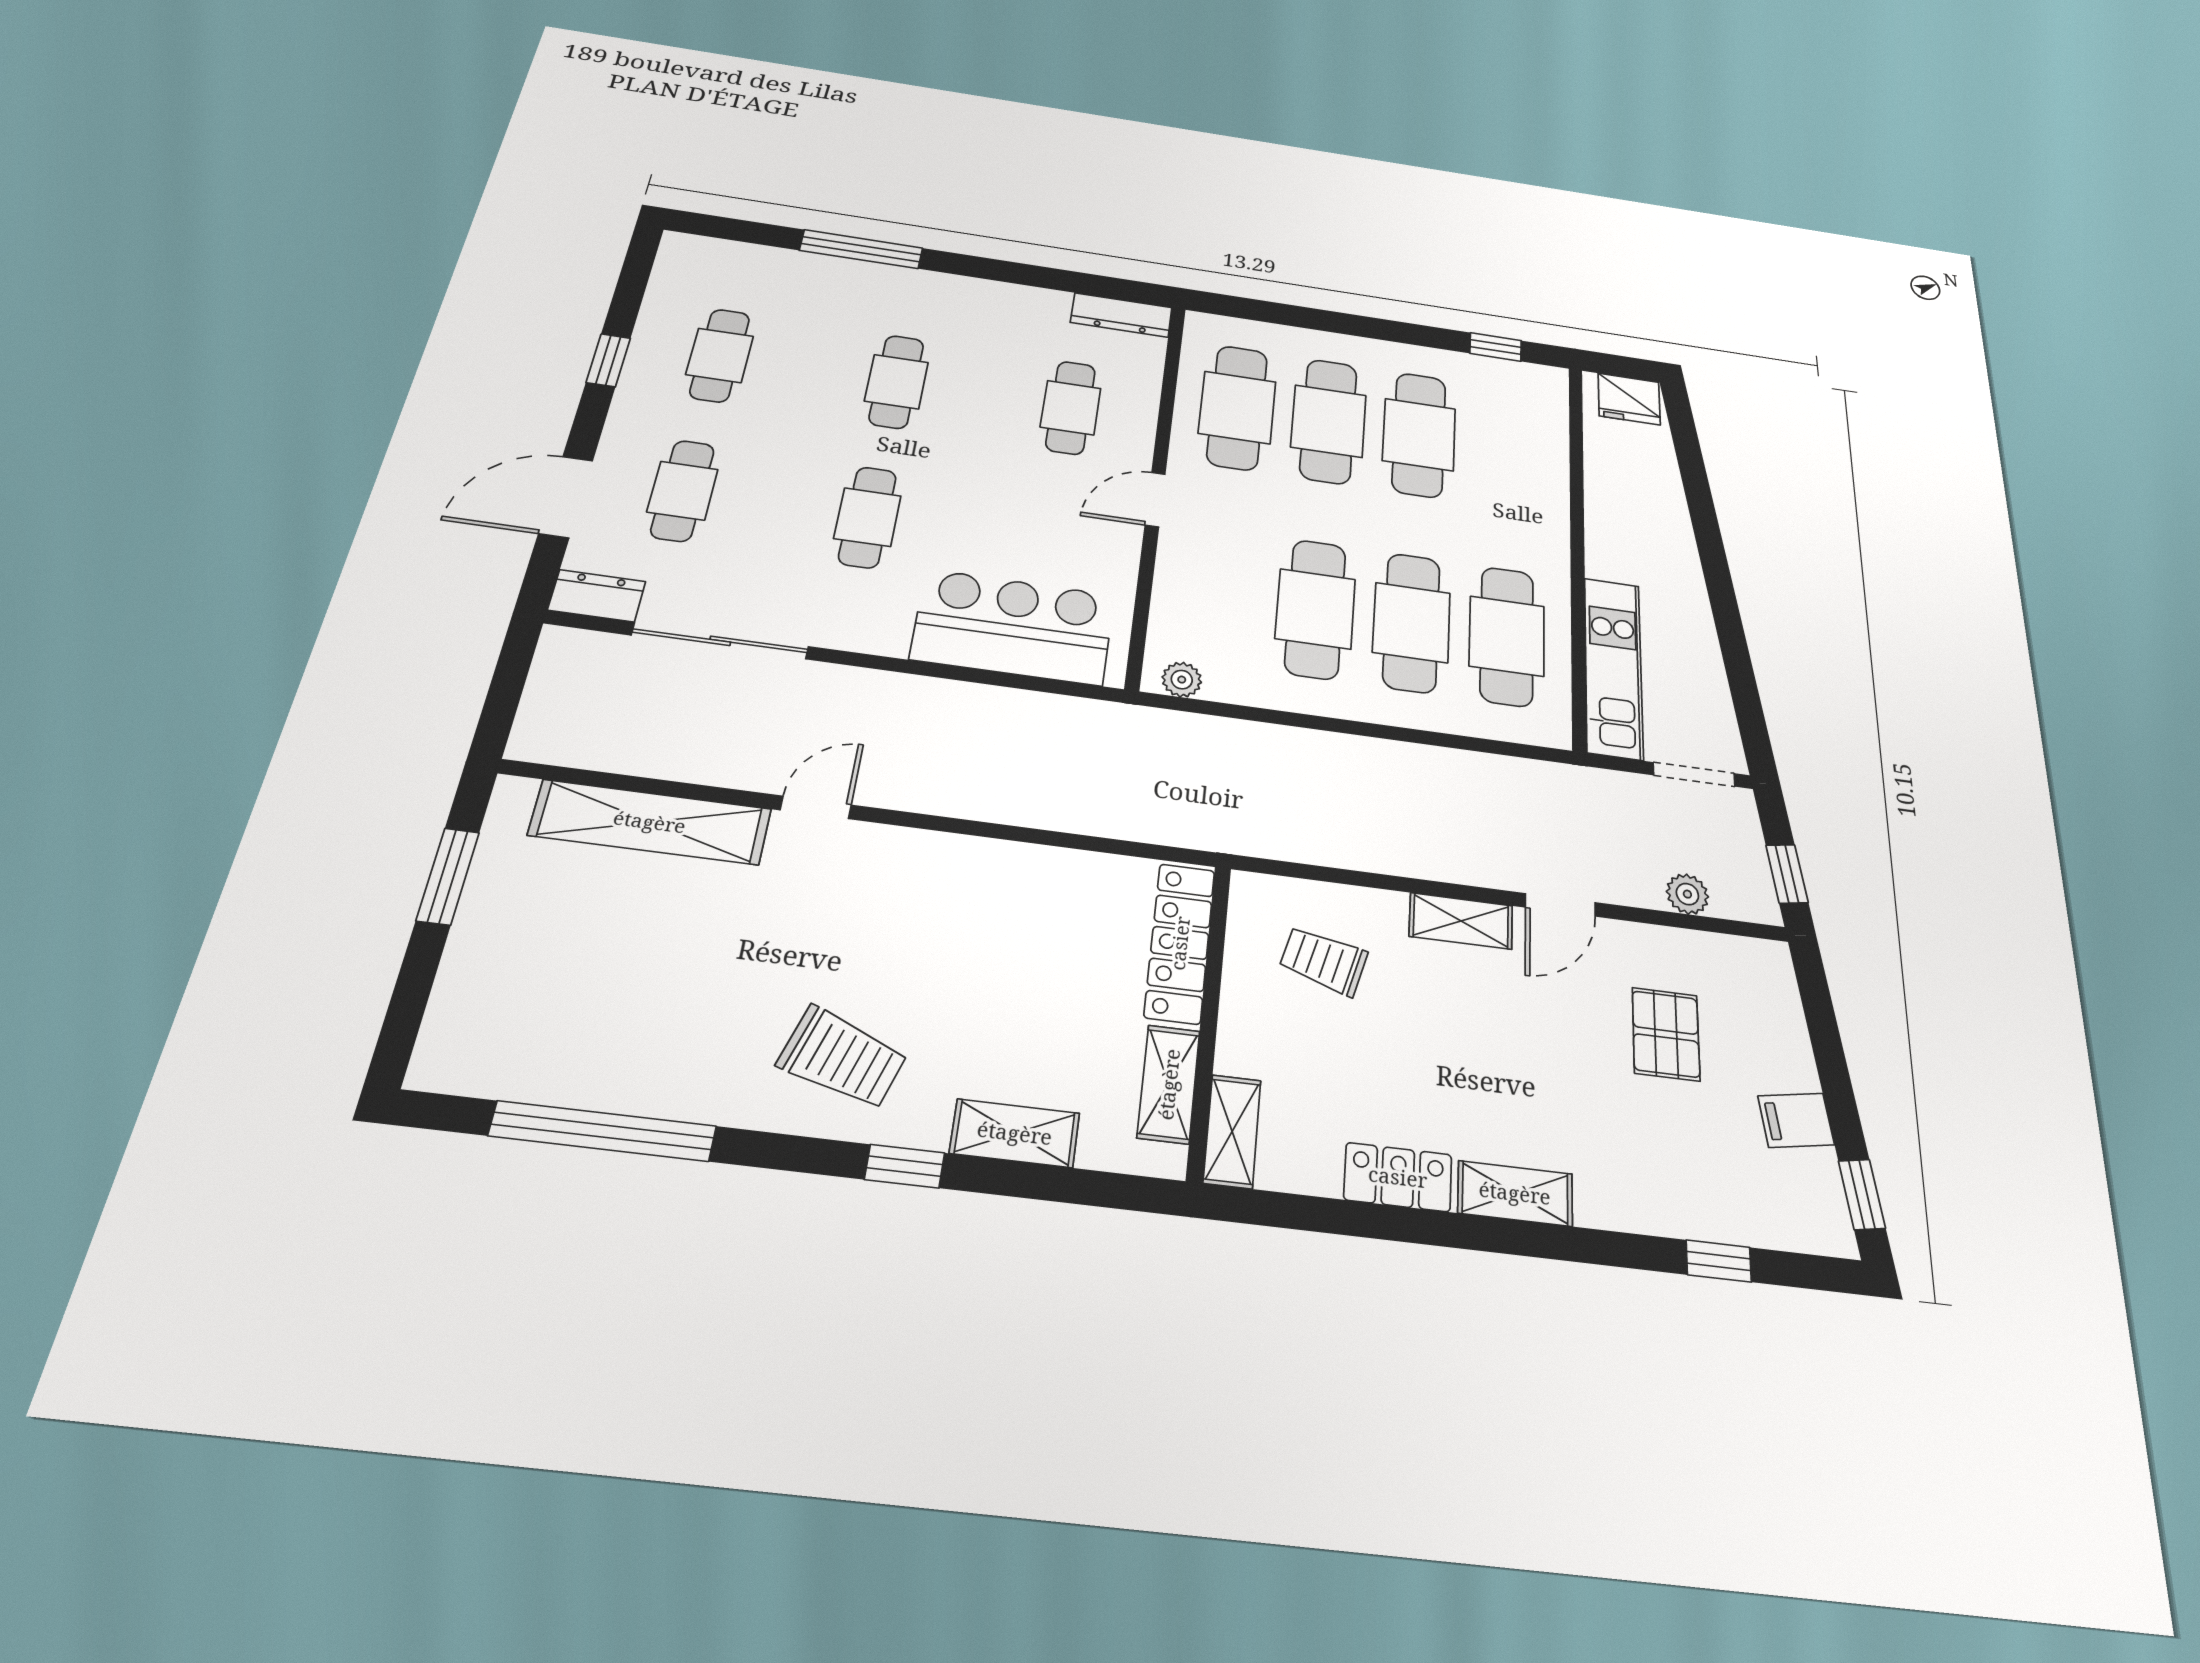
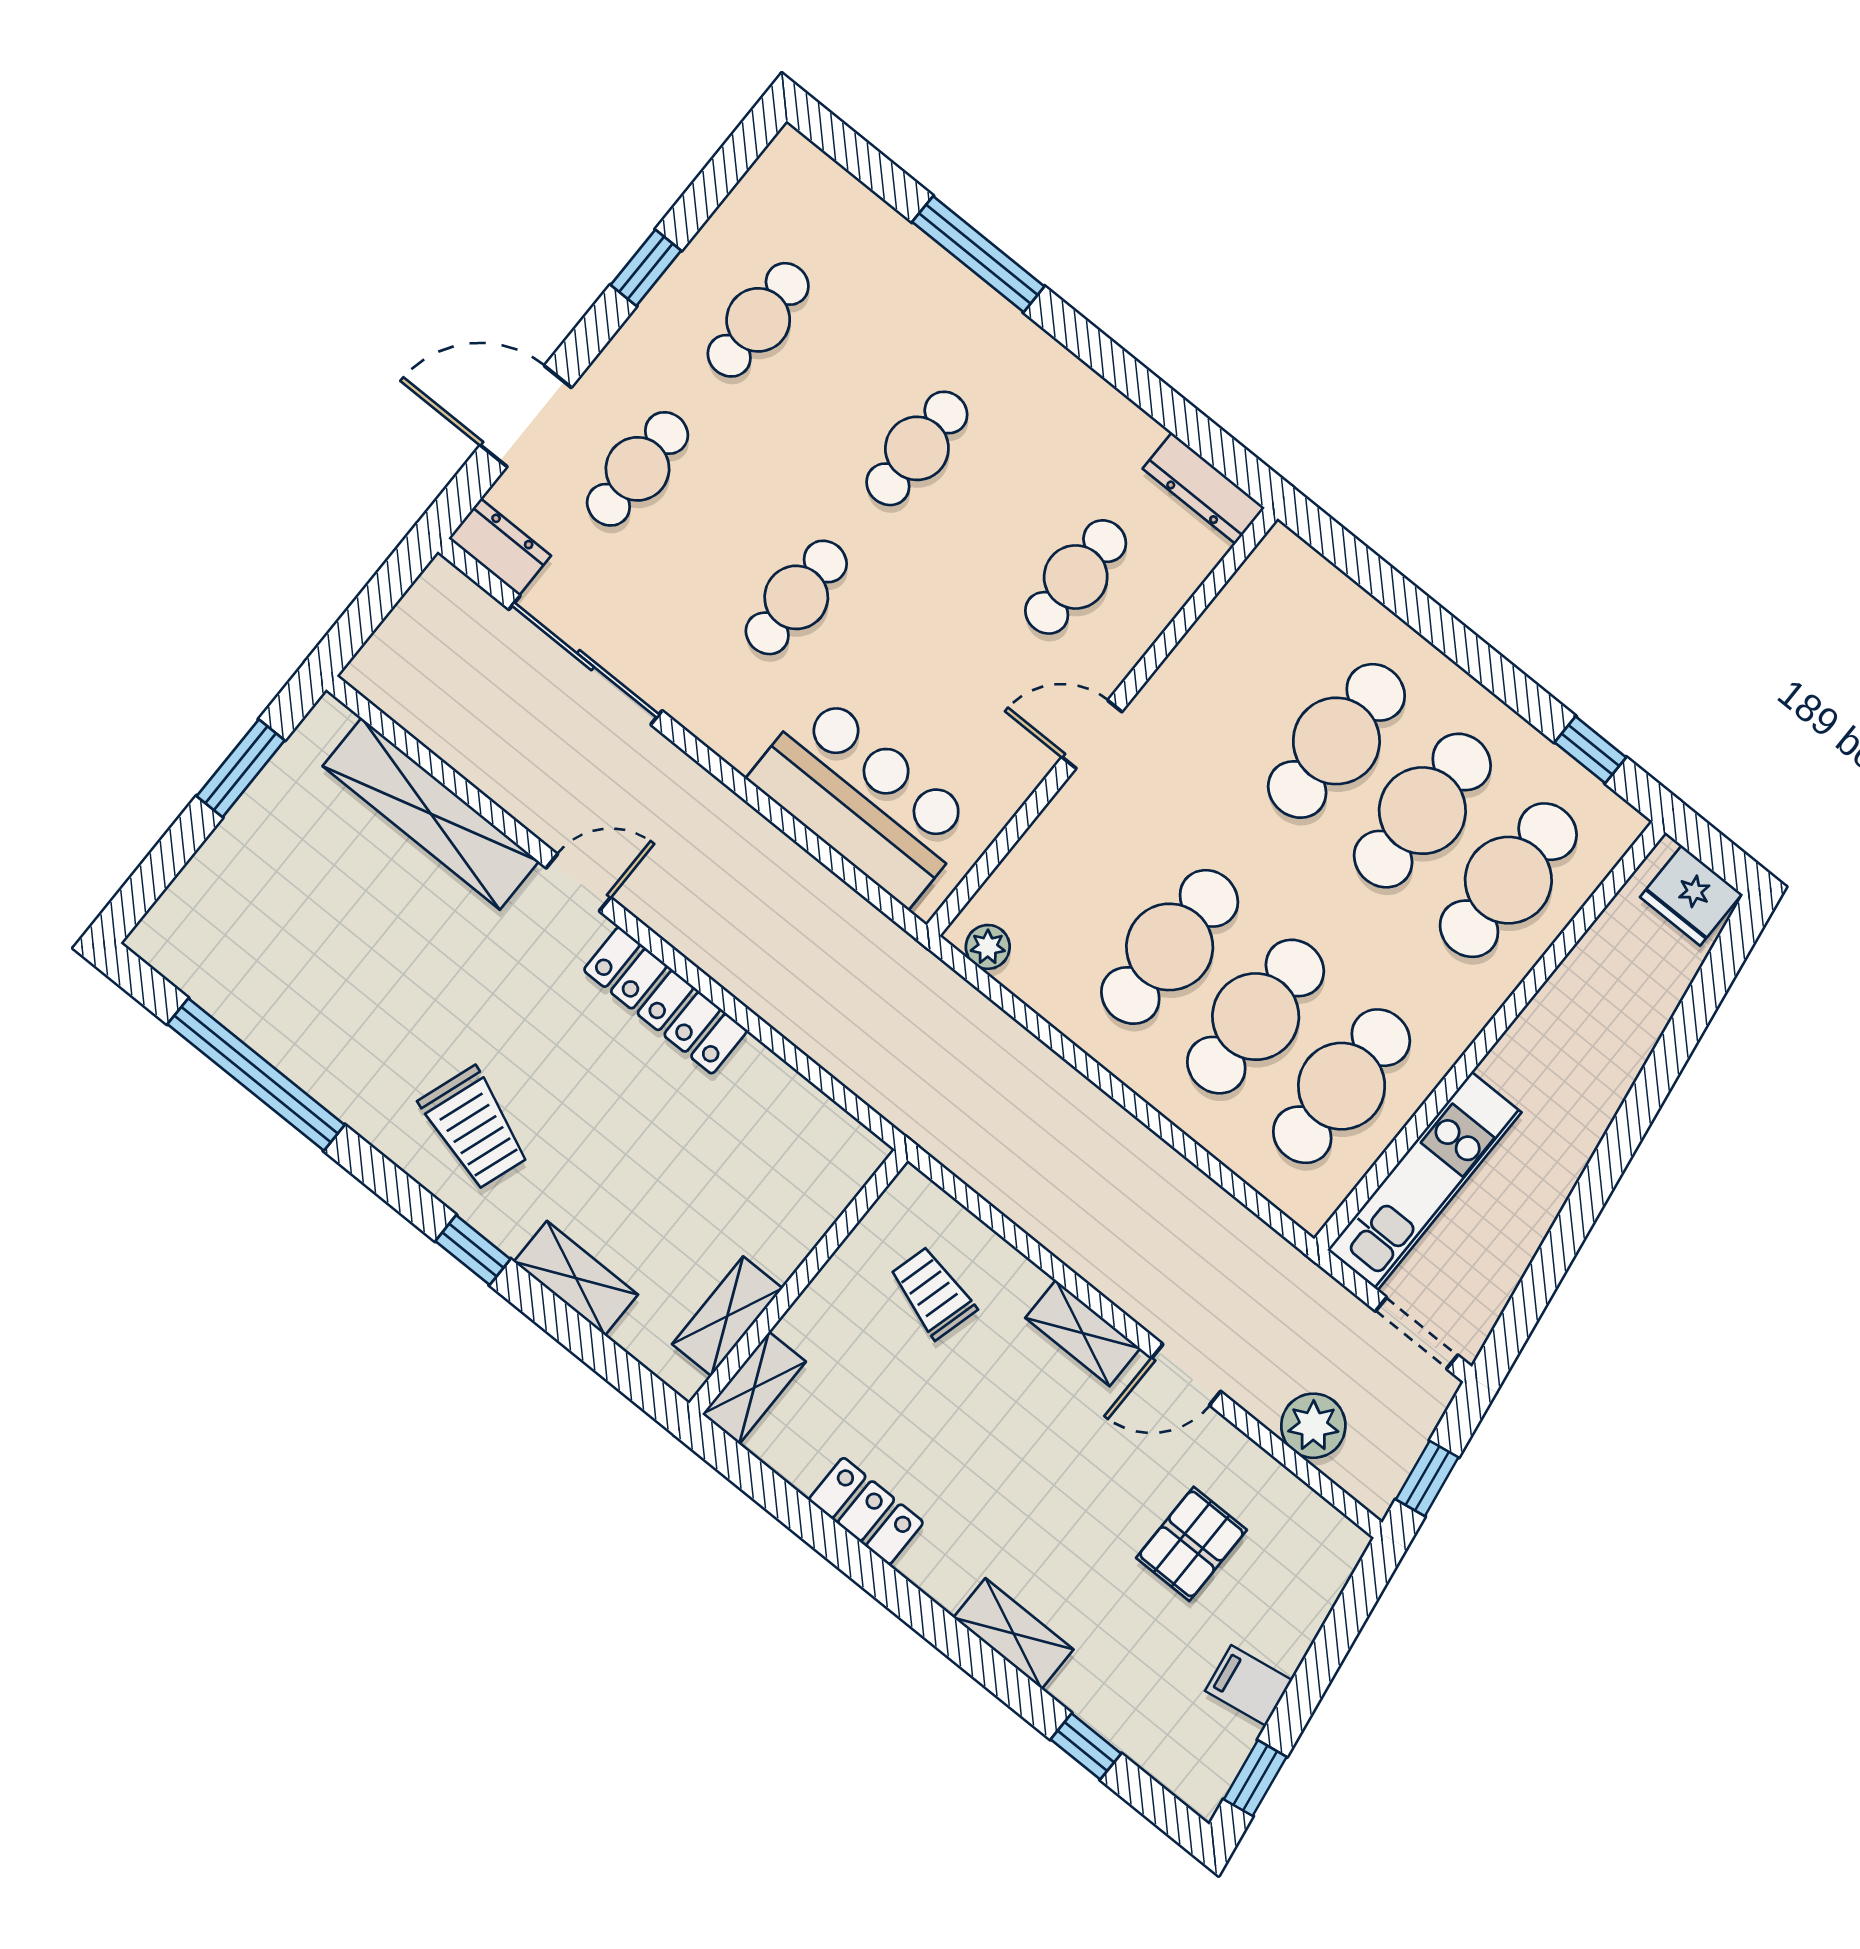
cafe table: (1237, 407) -> (1508, 880), moved
plant: (1687, 894) -> (1313, 1426), width x1.38, depth x1.38
locker: (1180, 943) -> (665, 1000), moved, turned -90
shelving: (1515, 1193) -> (1013, 1634), moved

